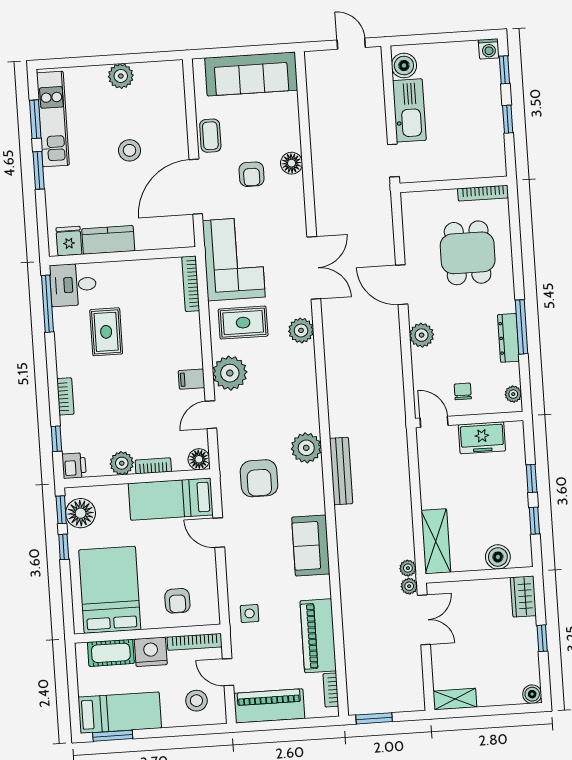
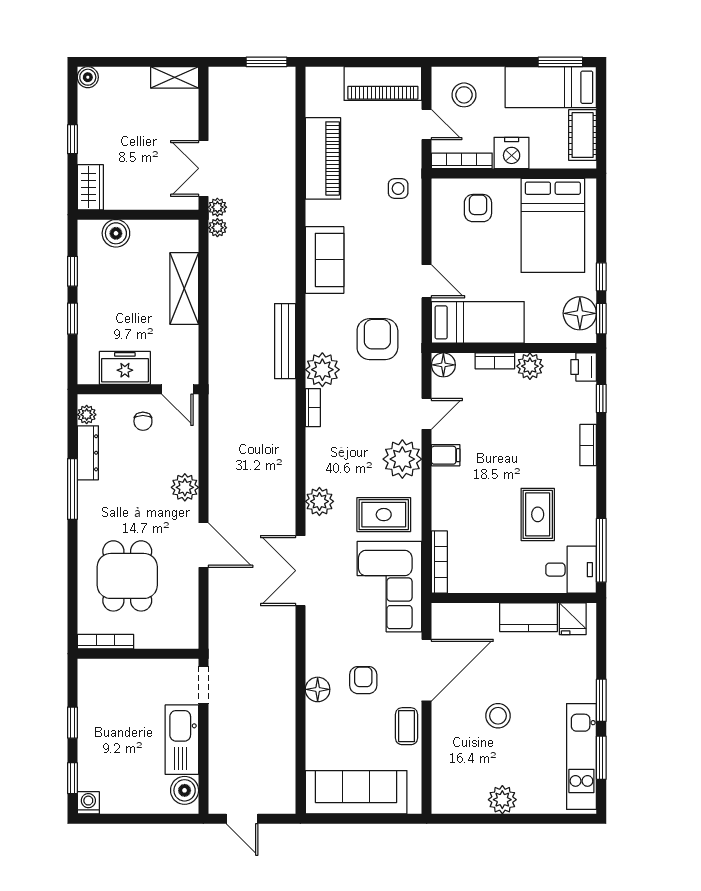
dresser: (508, 338) -> (88, 453), moved
shelving: (436, 541) -> (184, 289), moved
cot: (111, 653) -> (583, 135), moved, turned 90
bookcase: (331, 690) -> (313, 408), moved

